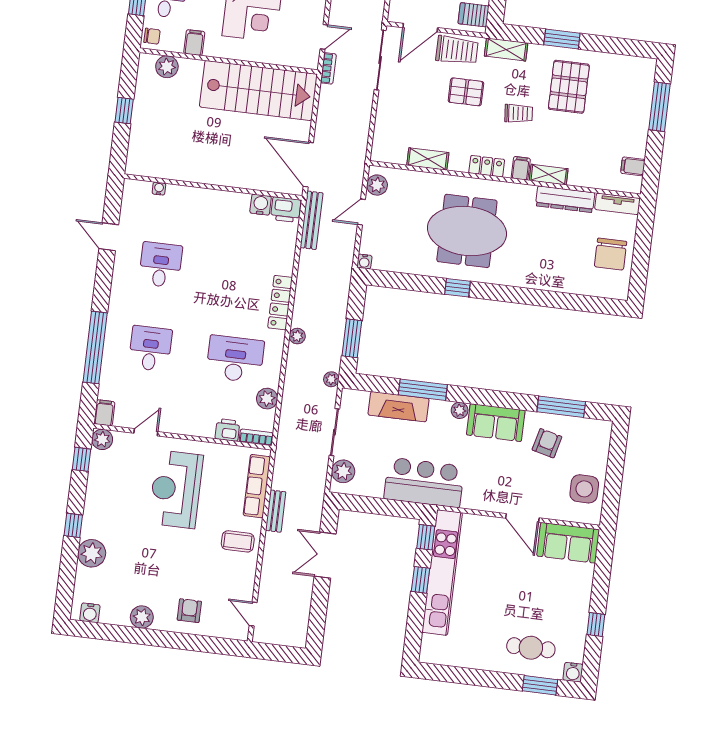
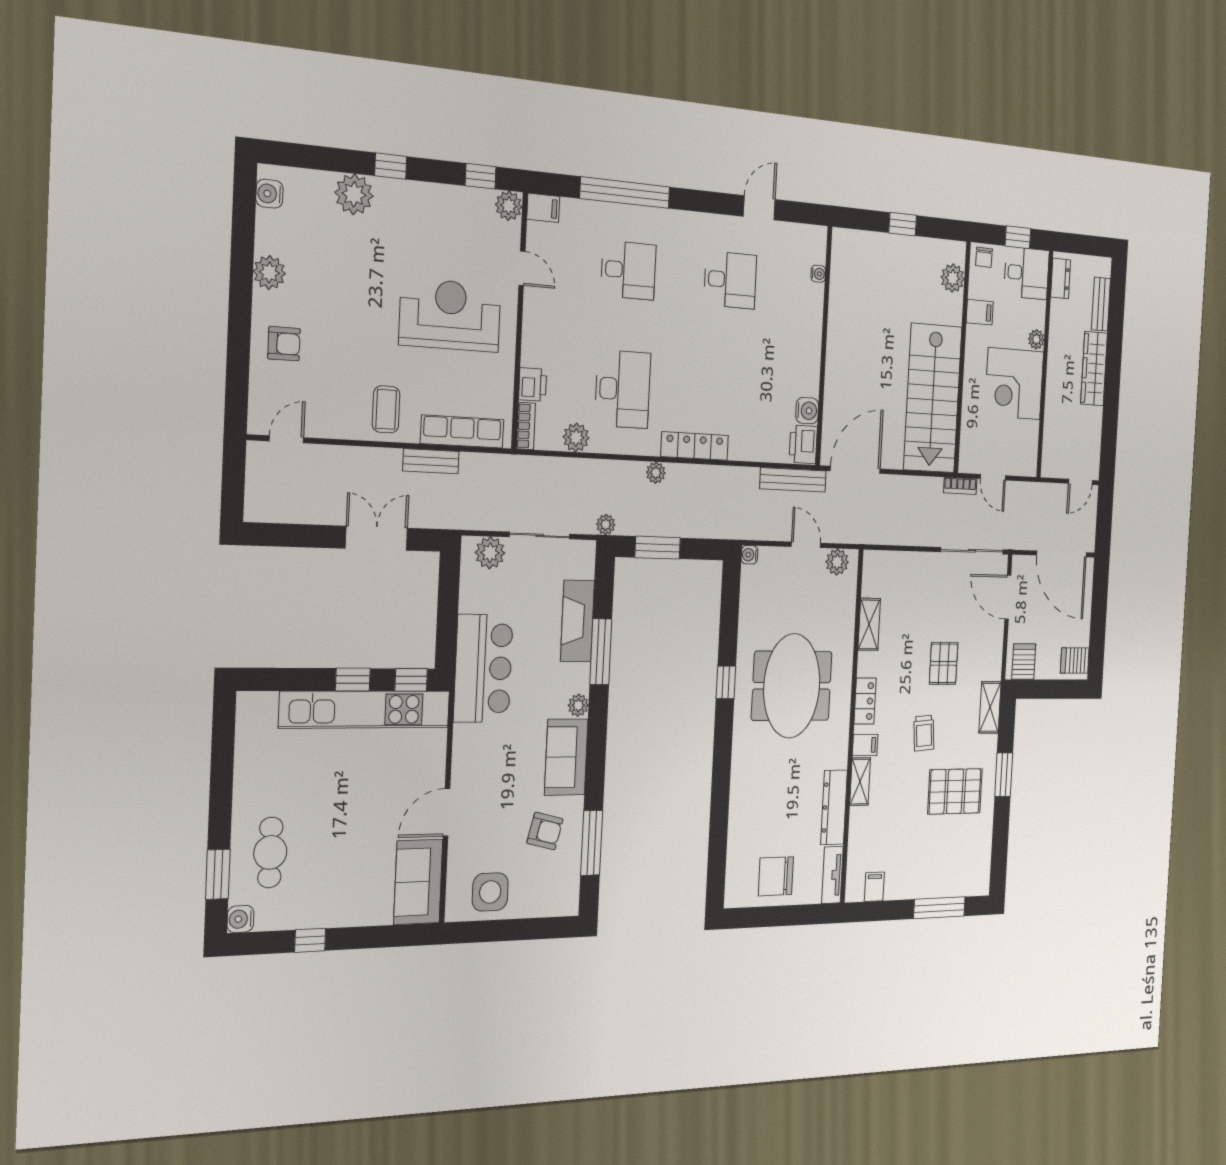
trolley: (457, 50) -> (987, 646), removed

